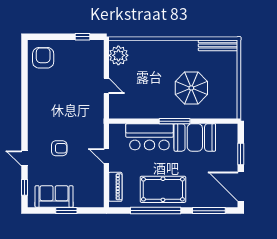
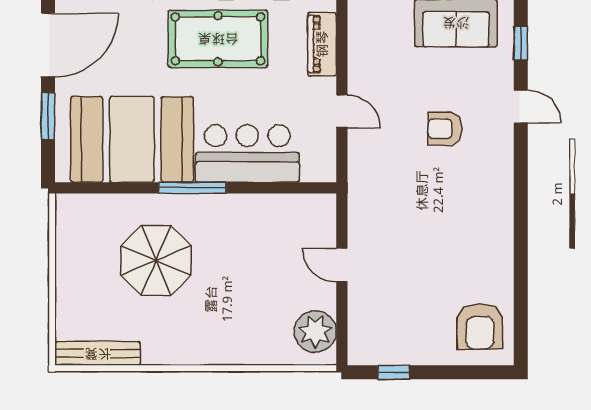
booth: (195, 137) -> (132, 139), width x1.36, depth x1.42
door: (241, 187) -> (48, 45), hinge flipped

